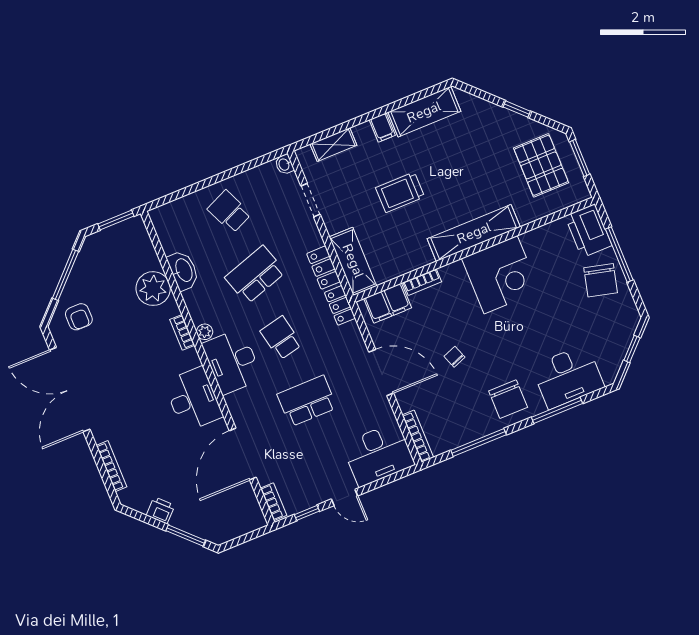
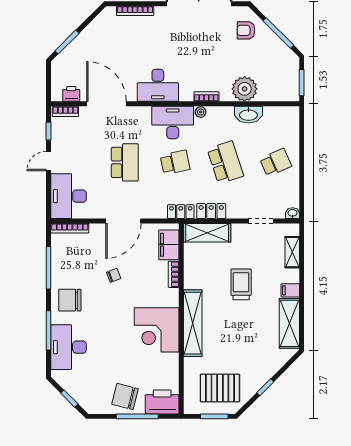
printer: (160, 510) -> (71, 94), moved, turned -135

